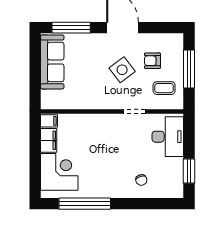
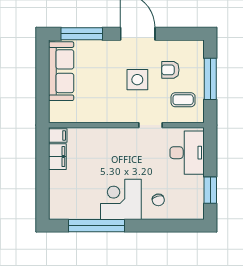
side table: (122, 70) -> (137, 80), turned 37
corner desk: (59, 172) -> (121, 199), moved, turned -90

